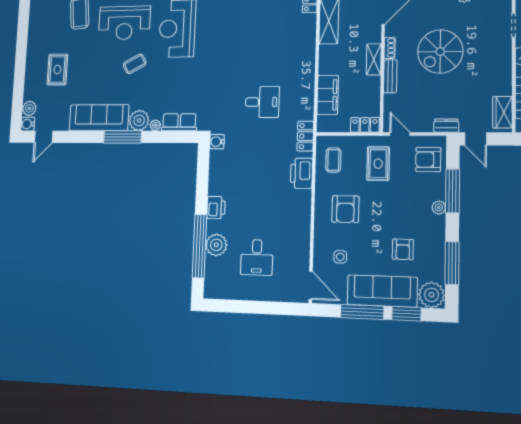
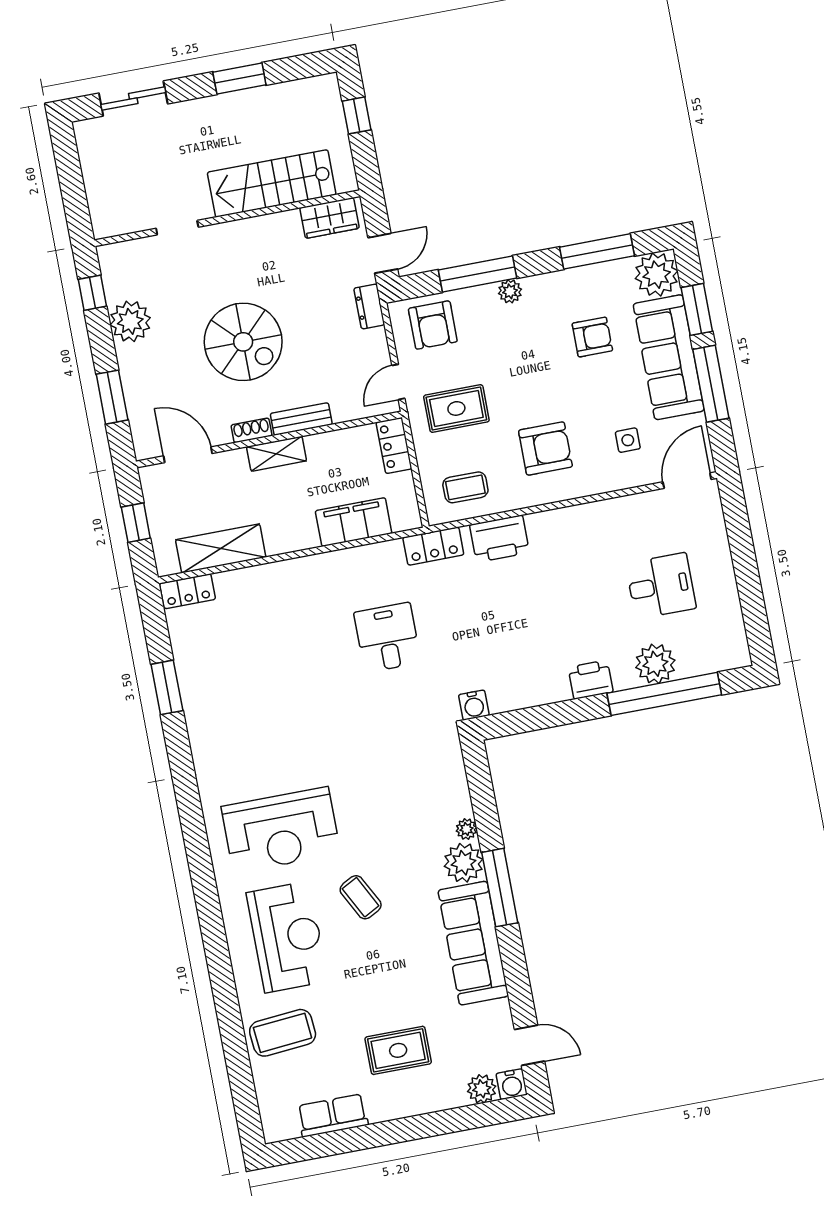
row of seats: (179, 122) -> (333, 1115), moved, turned 90

